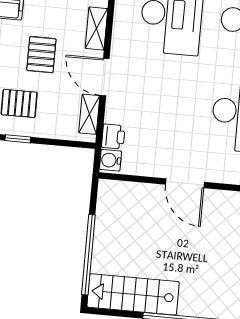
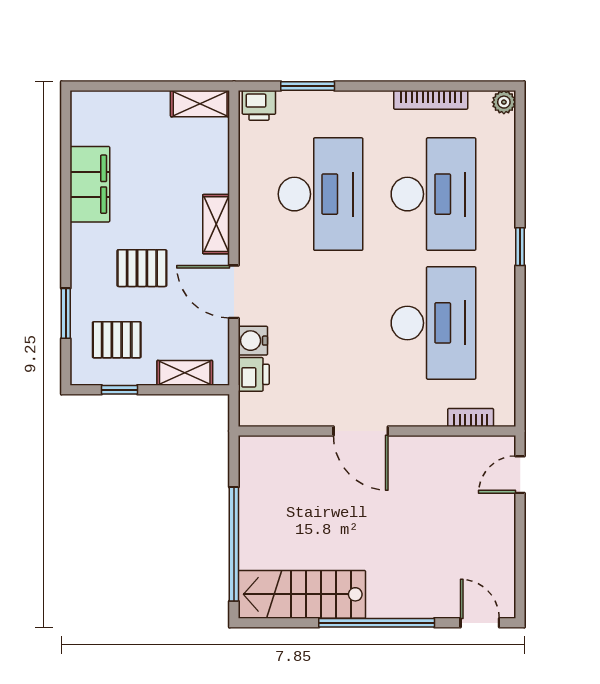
pallet: (41, 55) -> (142, 268), turned 90
shelving: (89, 114) -> (185, 373), moved, turned 90
water cooler: (110, 160) -> (253, 341), moved

